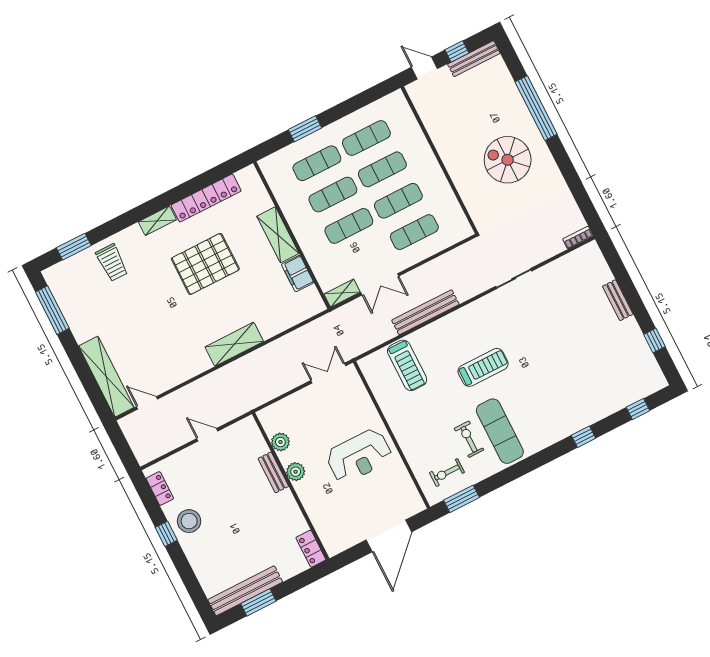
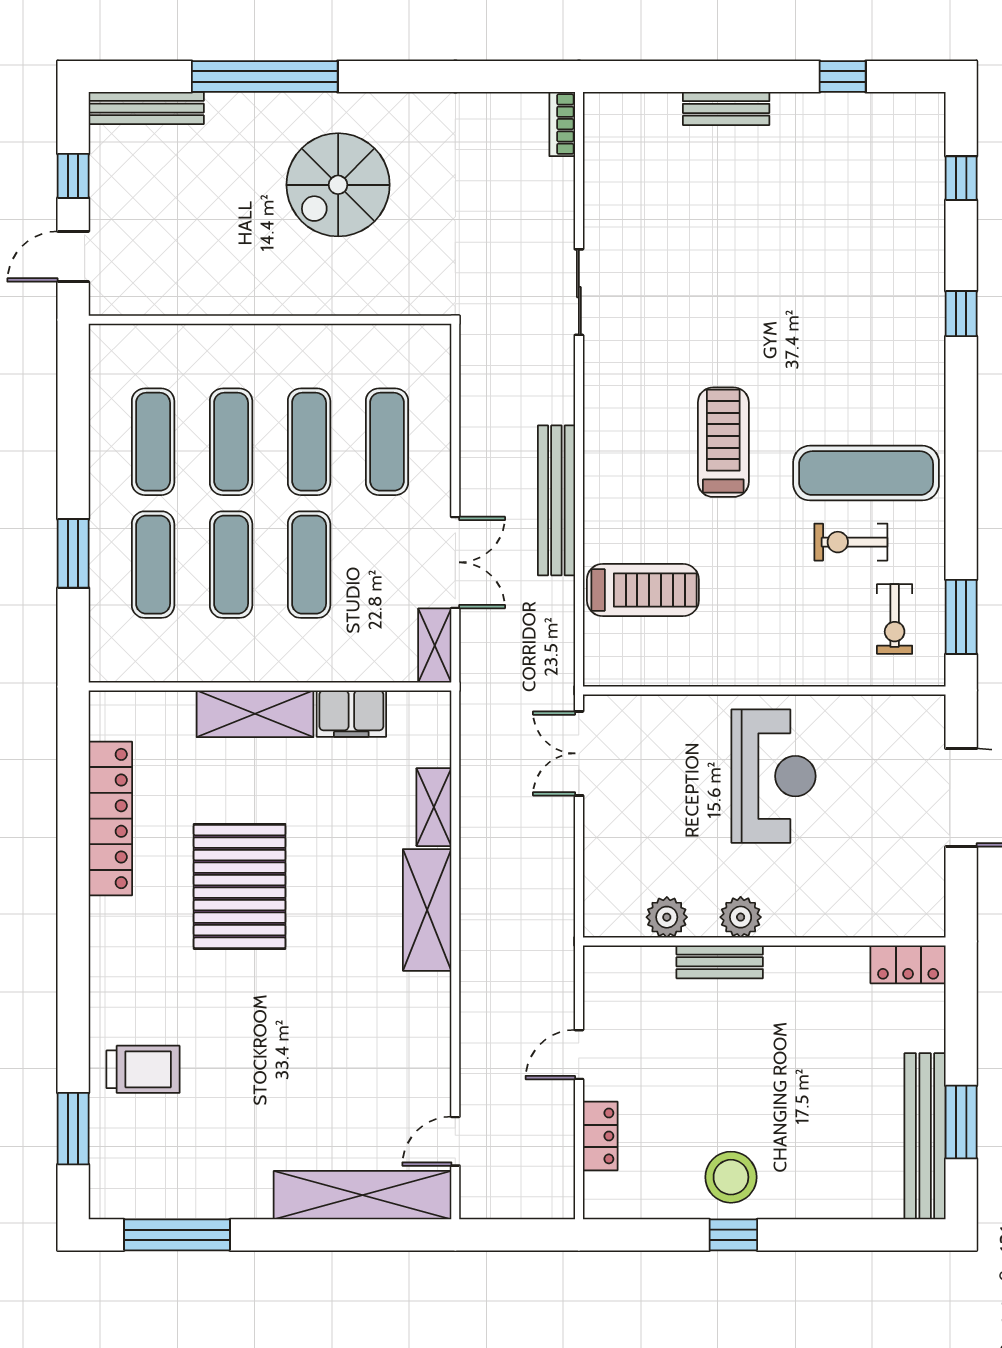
bench: (474, 59) -> (146, 108), moved, turned 90
shelving: (157, 221) -> (434, 807), moved
locker: (160, 489) -> (600, 1136), moved, turned 90

